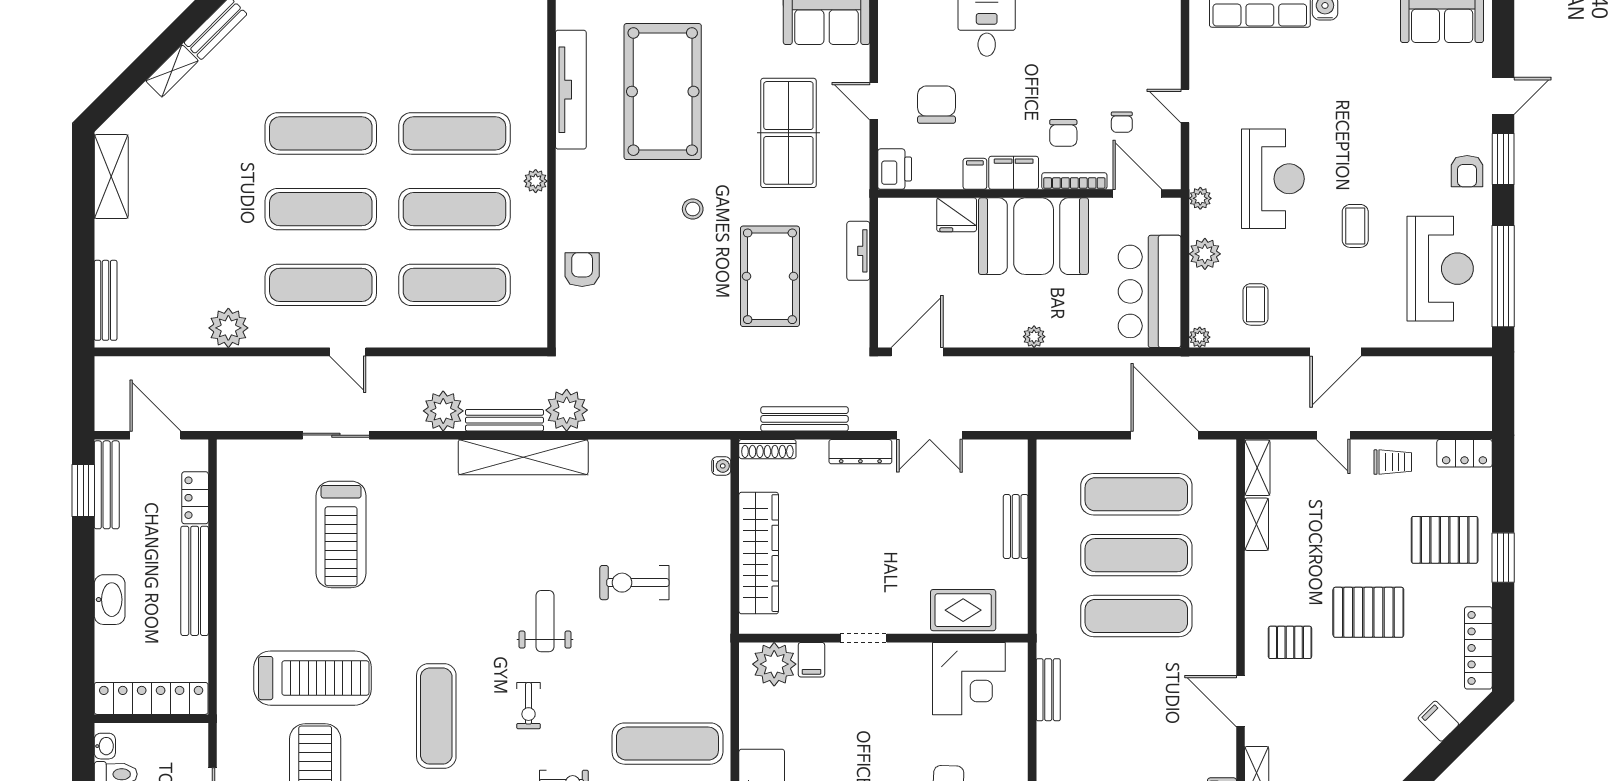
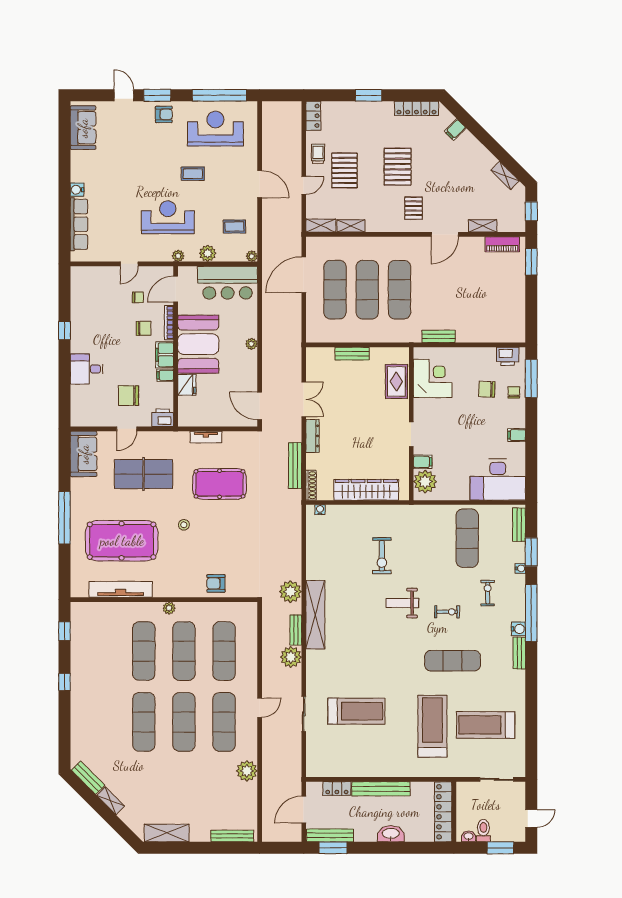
bench: (504, 420) -> (296, 630), width x0.73
pallet: (1445, 540) -> (344, 170), moved

